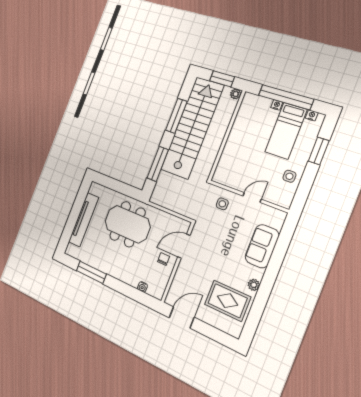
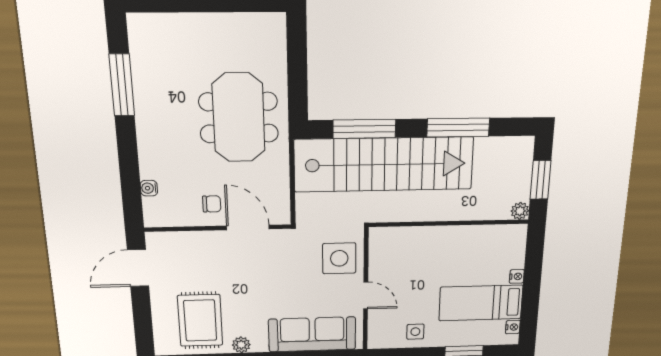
window: (286, 97) -> (532, 284), removed
stairs: (192, 128) -> (384, 164), moved
side table: (222, 204) -> (339, 258), width x1.87, depth x1.87
tv unit: (84, 220) -> (207, 26), removed
sofa: (262, 246) -> (312, 334), width x1.36
door: (182, 318) -> (138, 268), swing flipped

